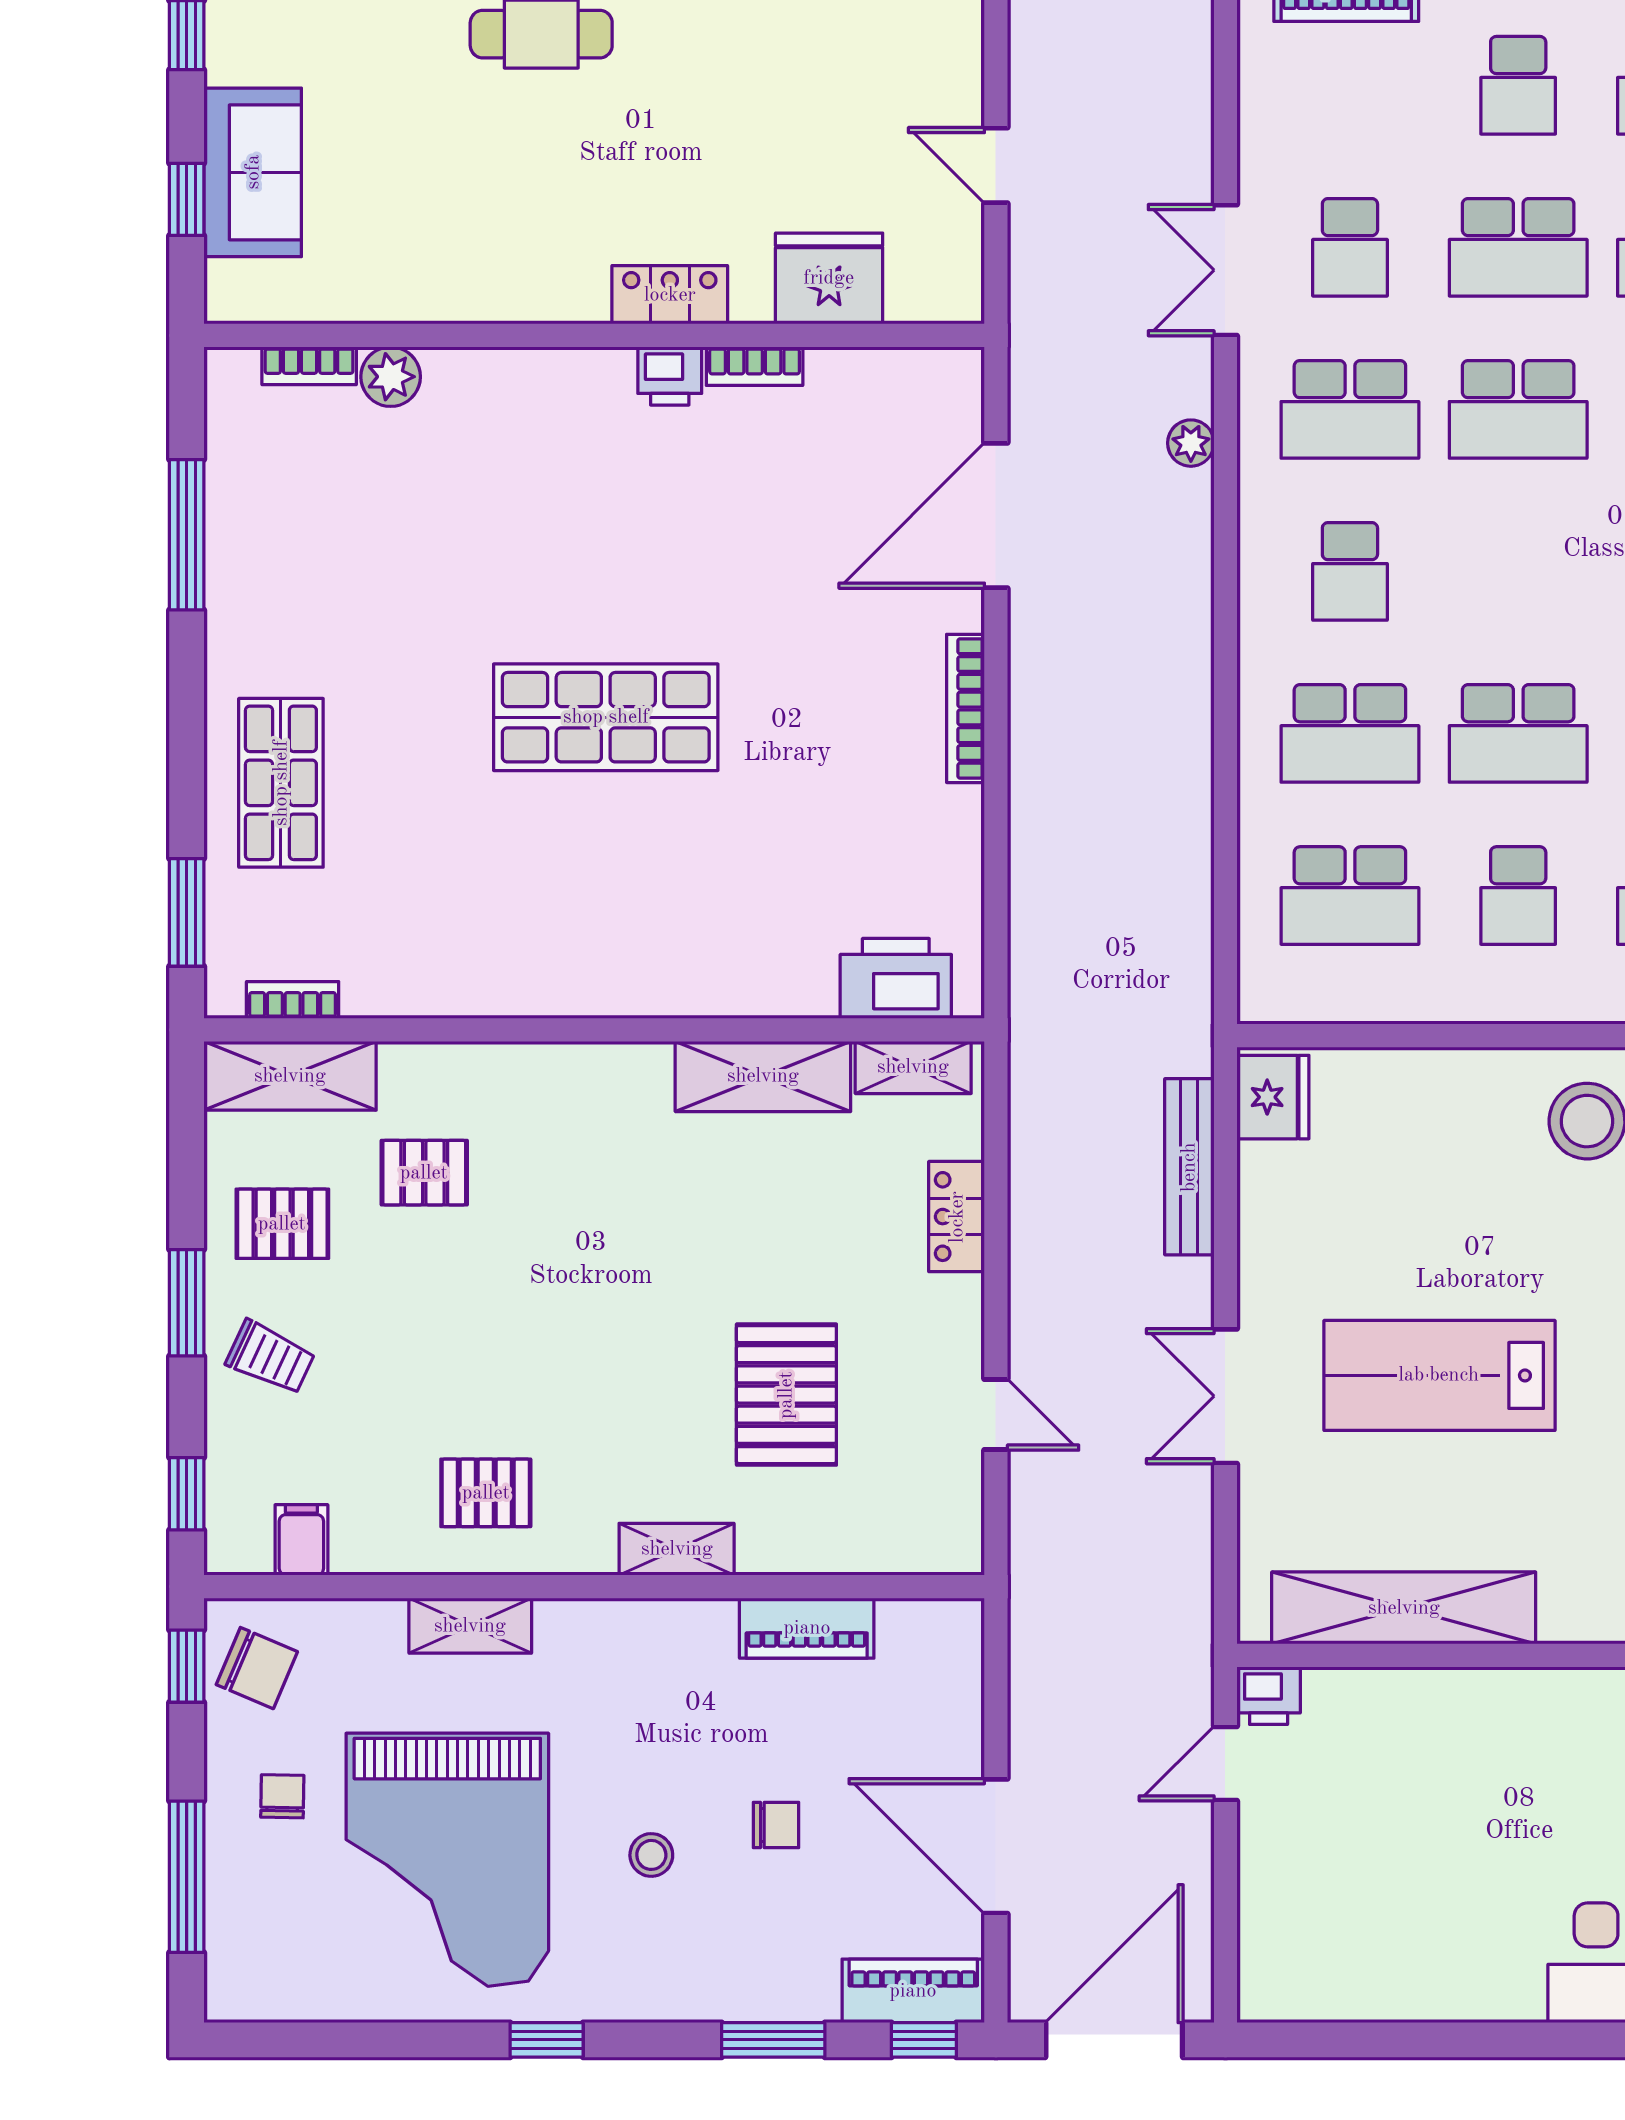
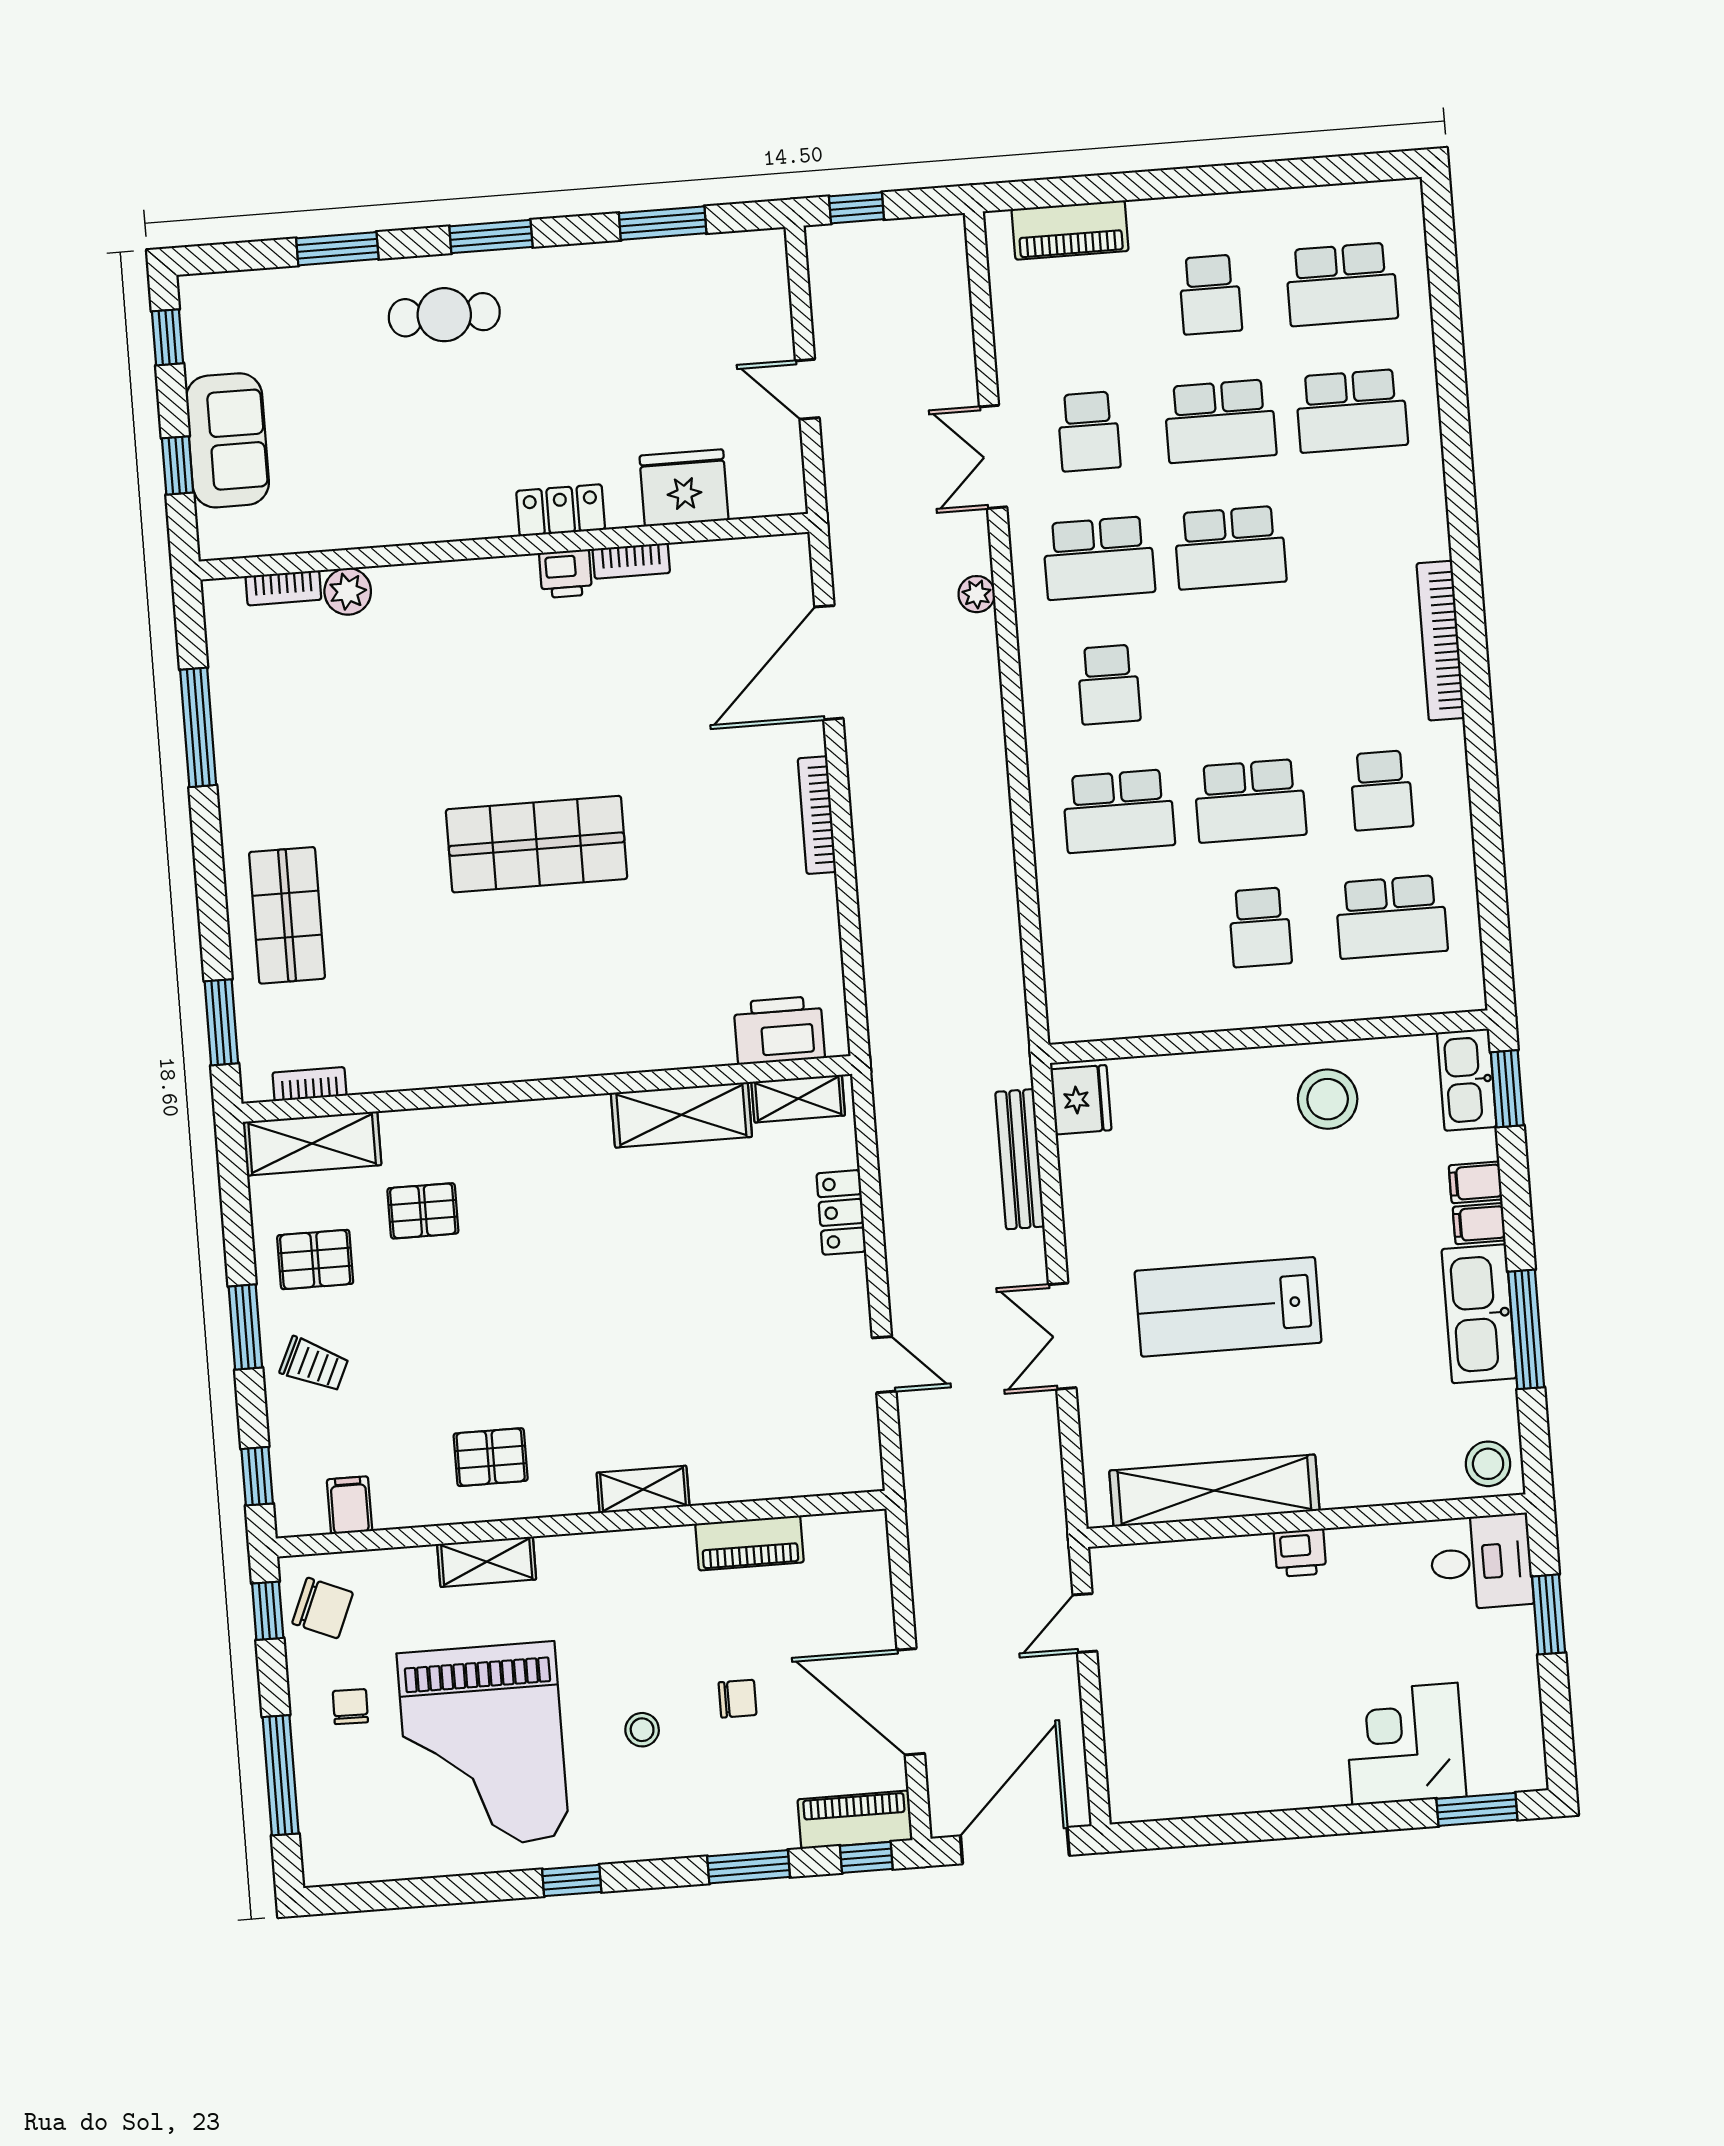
school desk: (1350, 896) -> (1129, 938), removed
pallet: (786, 1395) -> (719, 1362), removed
printer: (1269, 1696) -> (1300, 1553), moved

